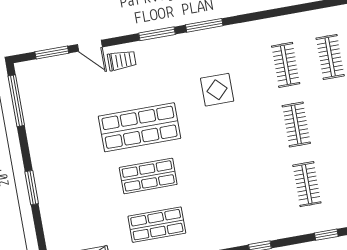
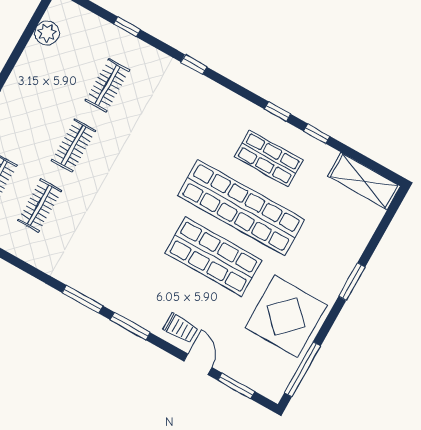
trolley: (122, 60) -> (181, 328), turned 180
display table: (217, 90) -> (286, 316), moved, width x1.86, depth x1.86
shop shelf: (148, 176) -> (241, 208), width x2.00, depth x1.36

